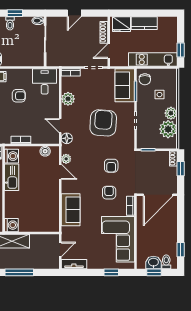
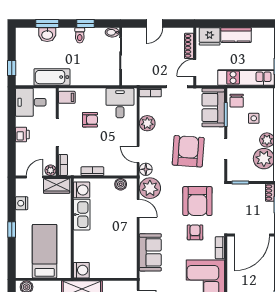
plant: (66, 159) -> (150, 188), width x1.87, depth x1.87
armchair: (111, 166) -> (197, 201), width x1.88, depth x1.88

